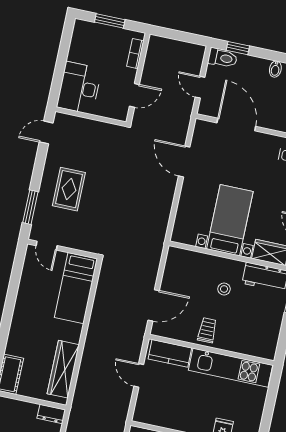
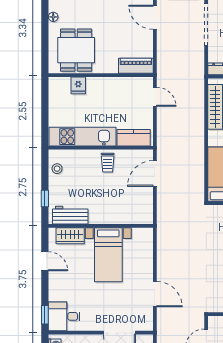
stool: (224, 289) -> (57, 169), moved
door: (139, 375) -> (155, 97), moved

